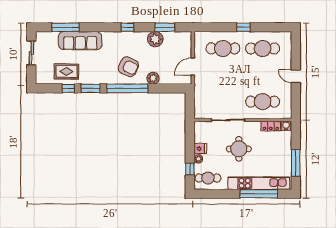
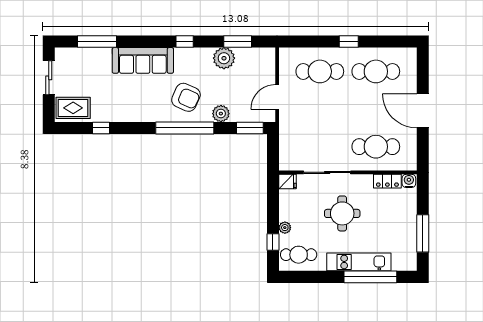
sofa: (80, 41) -> (143, 60), moved
rug: (66, 71) -> (73, 108), moved
door: (296, 76) -> (423, 111), width x1.87
window: (90, 88) -> (250, 128), moved
fridge: (200, 149) -> (288, 182), moved
kitchen unit: (259, 183) -> (359, 262), width x0.73

